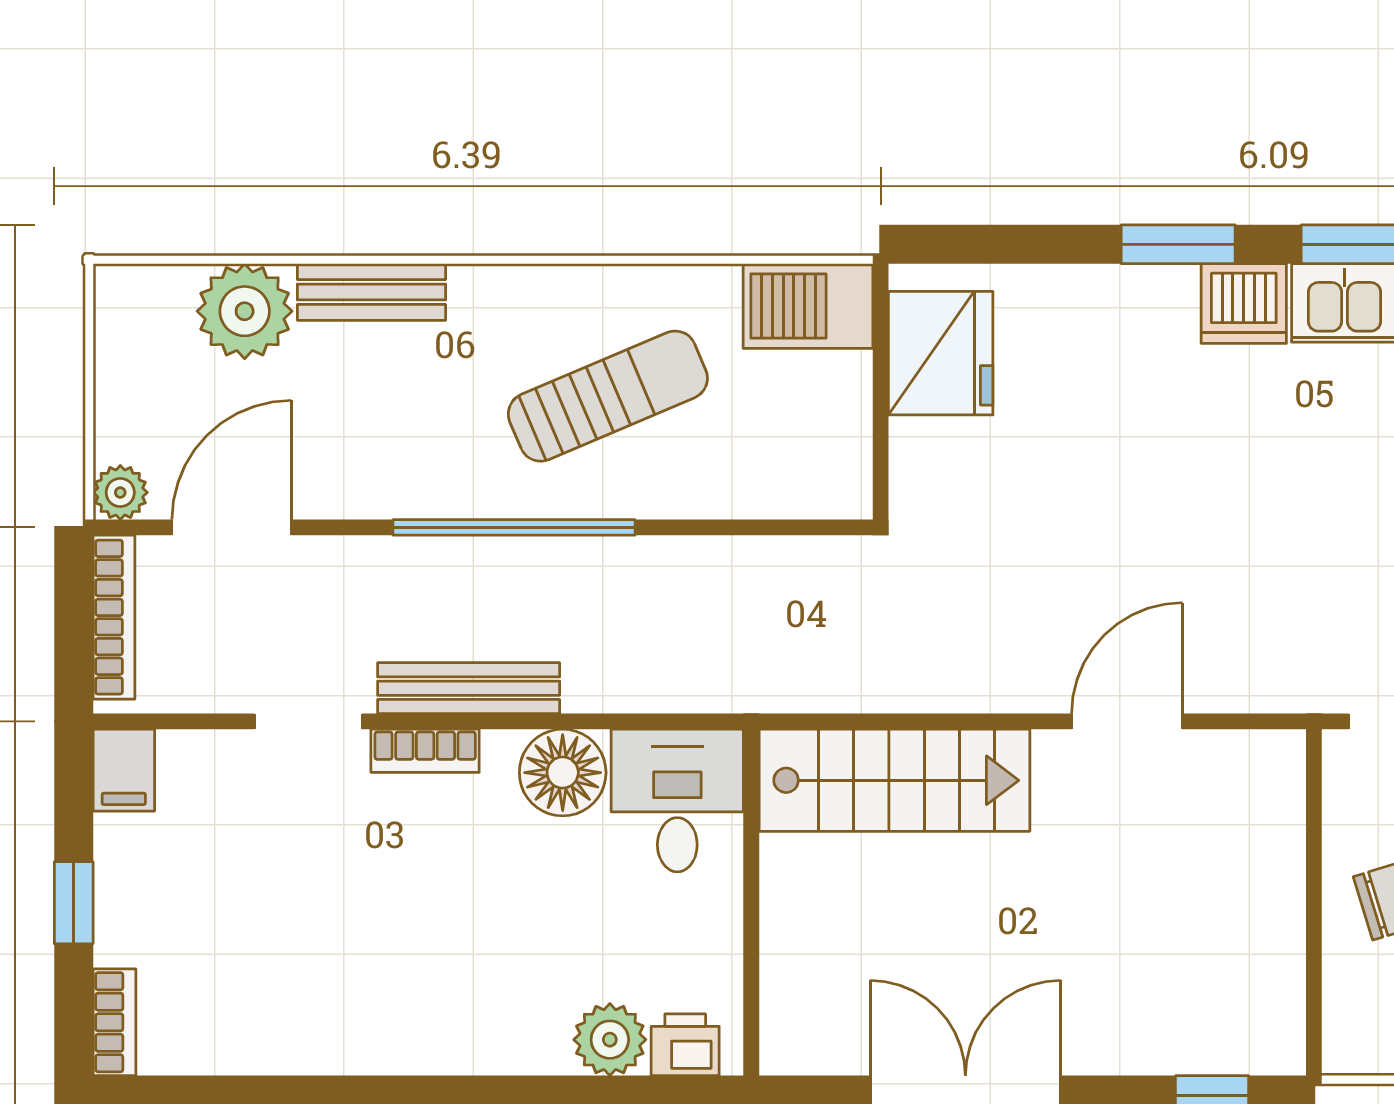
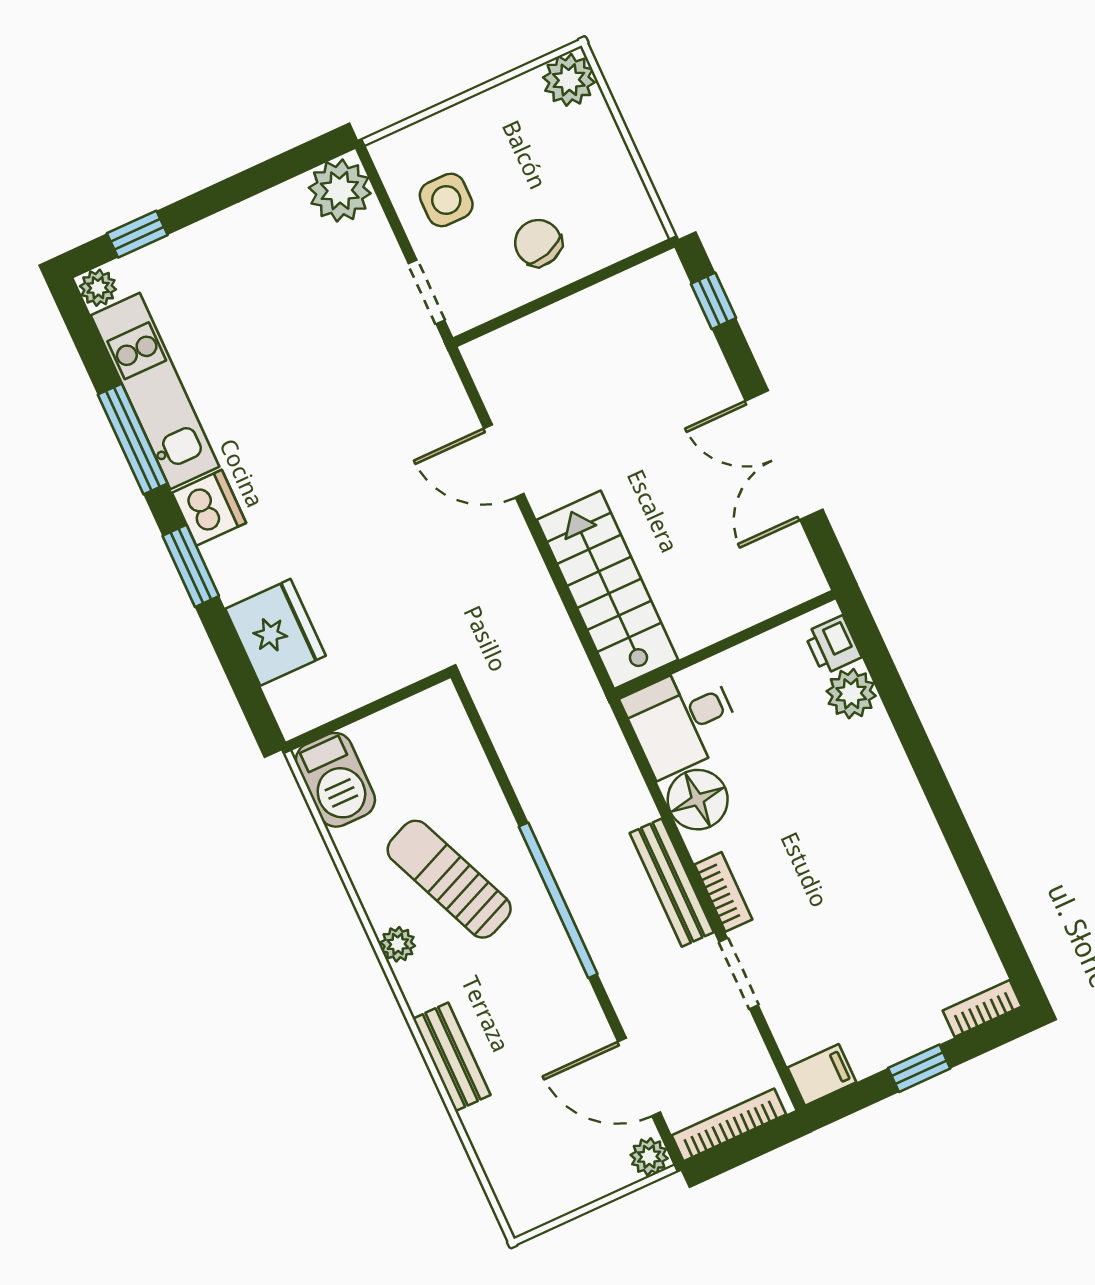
plant: (245, 311) -> (398, 944), moved, width x0.53, depth x0.53
fridge: (941, 353) -> (275, 632), moved, turned 90

